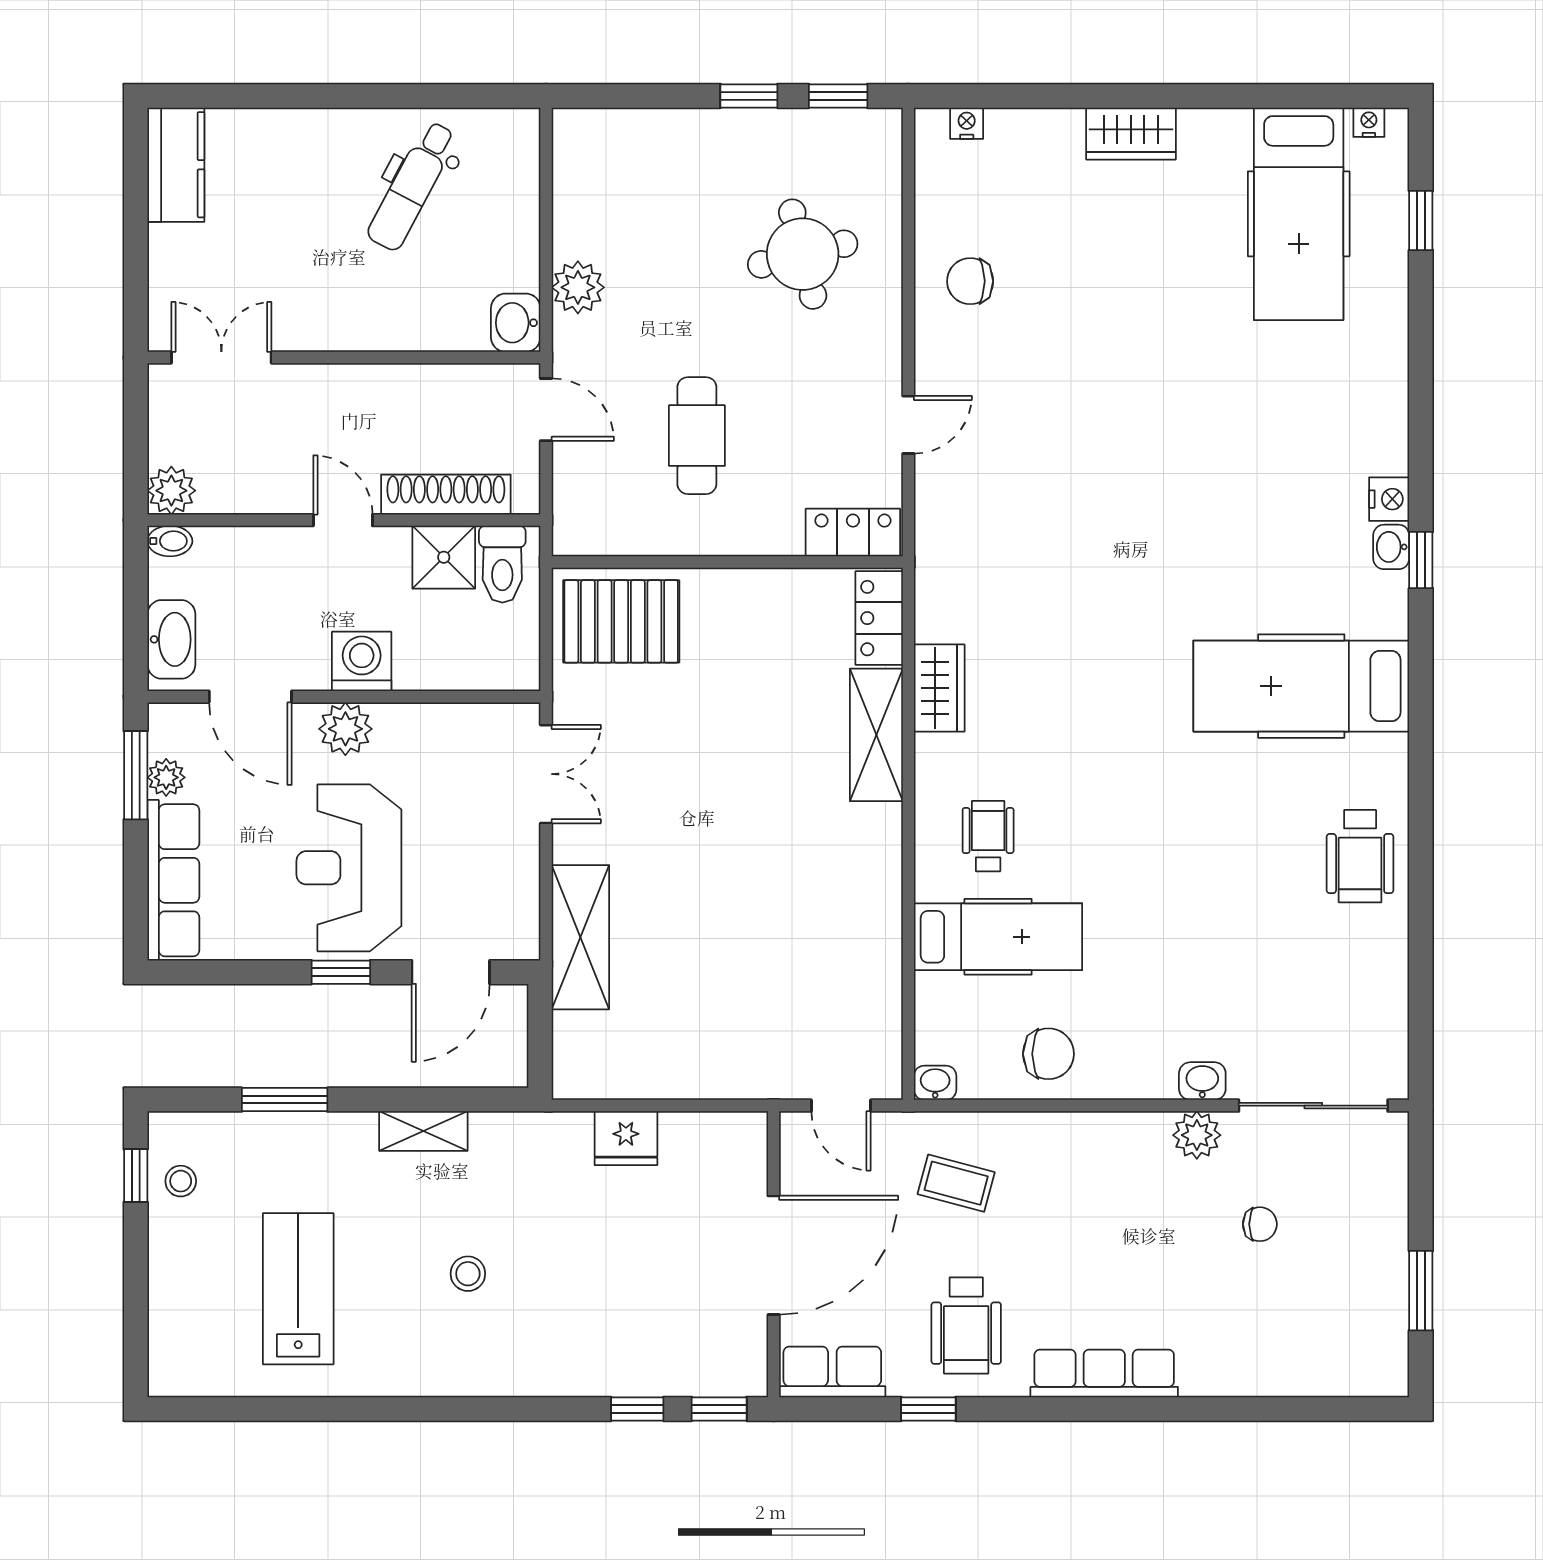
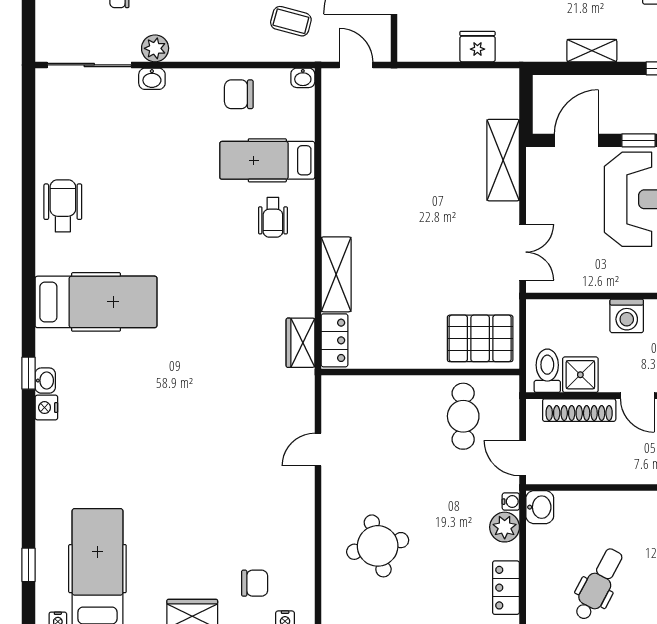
chair: (970, 281) -> (255, 583), moved
water cooler: (567, 333) -> (511, 502), added
cafe table: (697, 436) -> (463, 416), moved
locker: (853, 533) -> (506, 588), moved, turned 90
wardrobe: (939, 688) -> (300, 343), moved
plant: (345, 729) -> (636, 278), removed
double door: (546, 774) -> (523, 252), swing flipped

